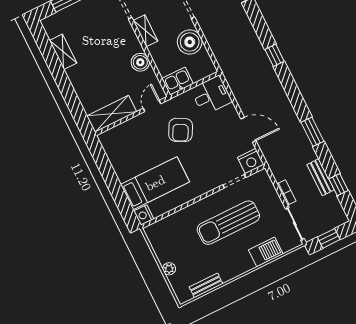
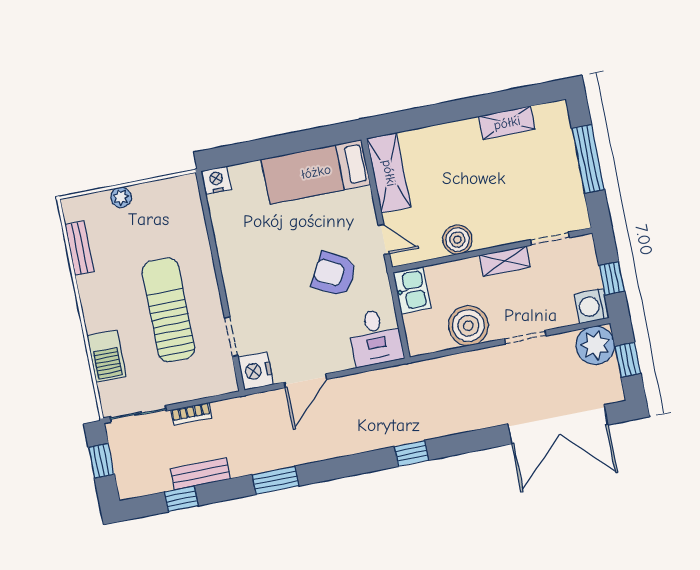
bed: (155, 183) -> (316, 172), moved, turned 90

